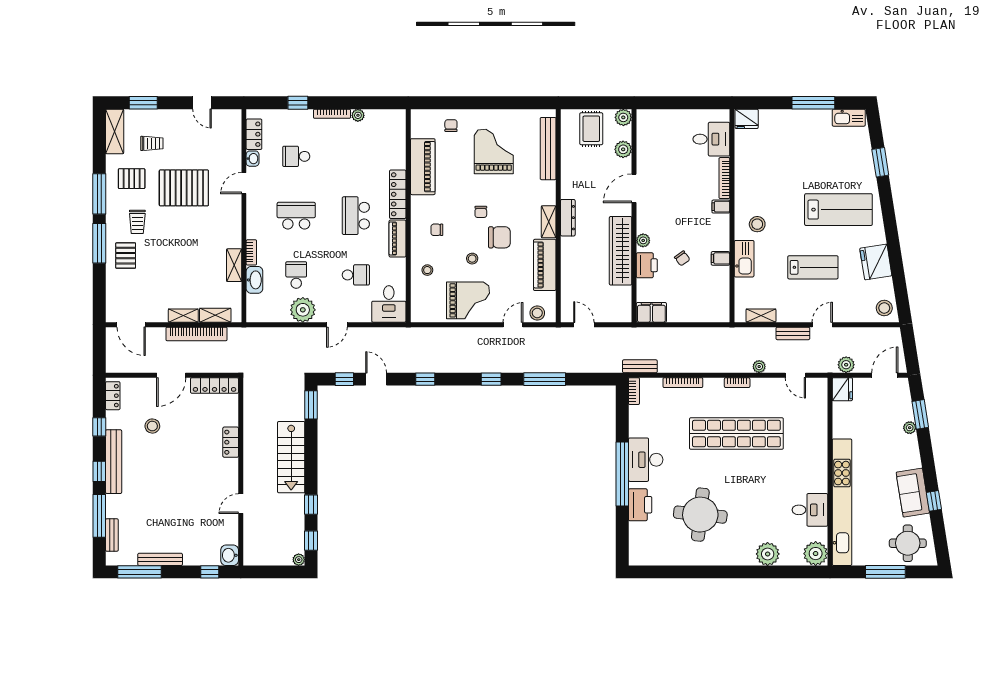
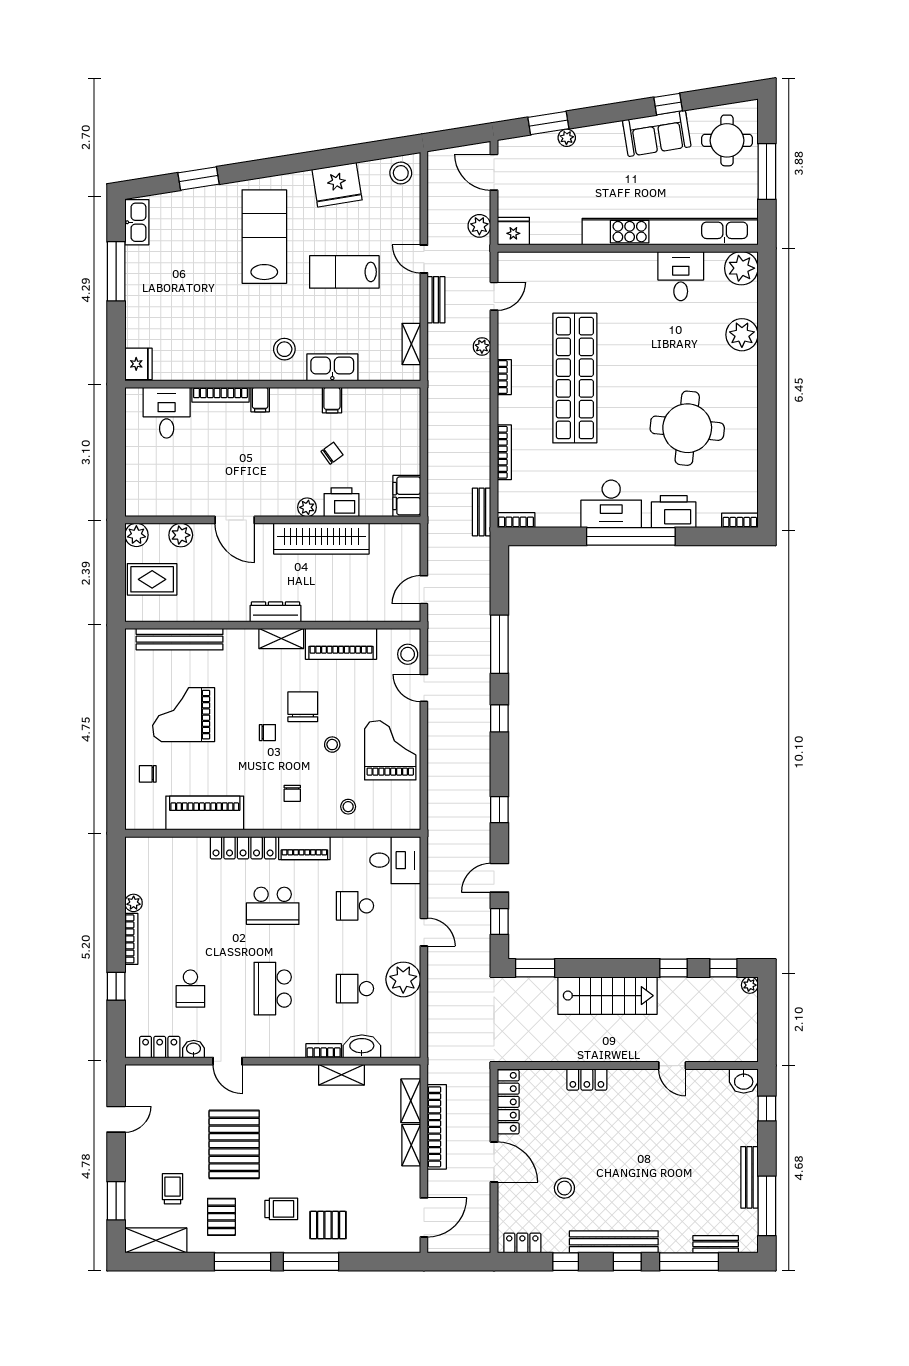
lab bench: (813, 267) -> (344, 272), turned -90
school desk: (356, 275) -> (355, 906), turned -90
bookcase: (634, 553) -> (740, 520), added

